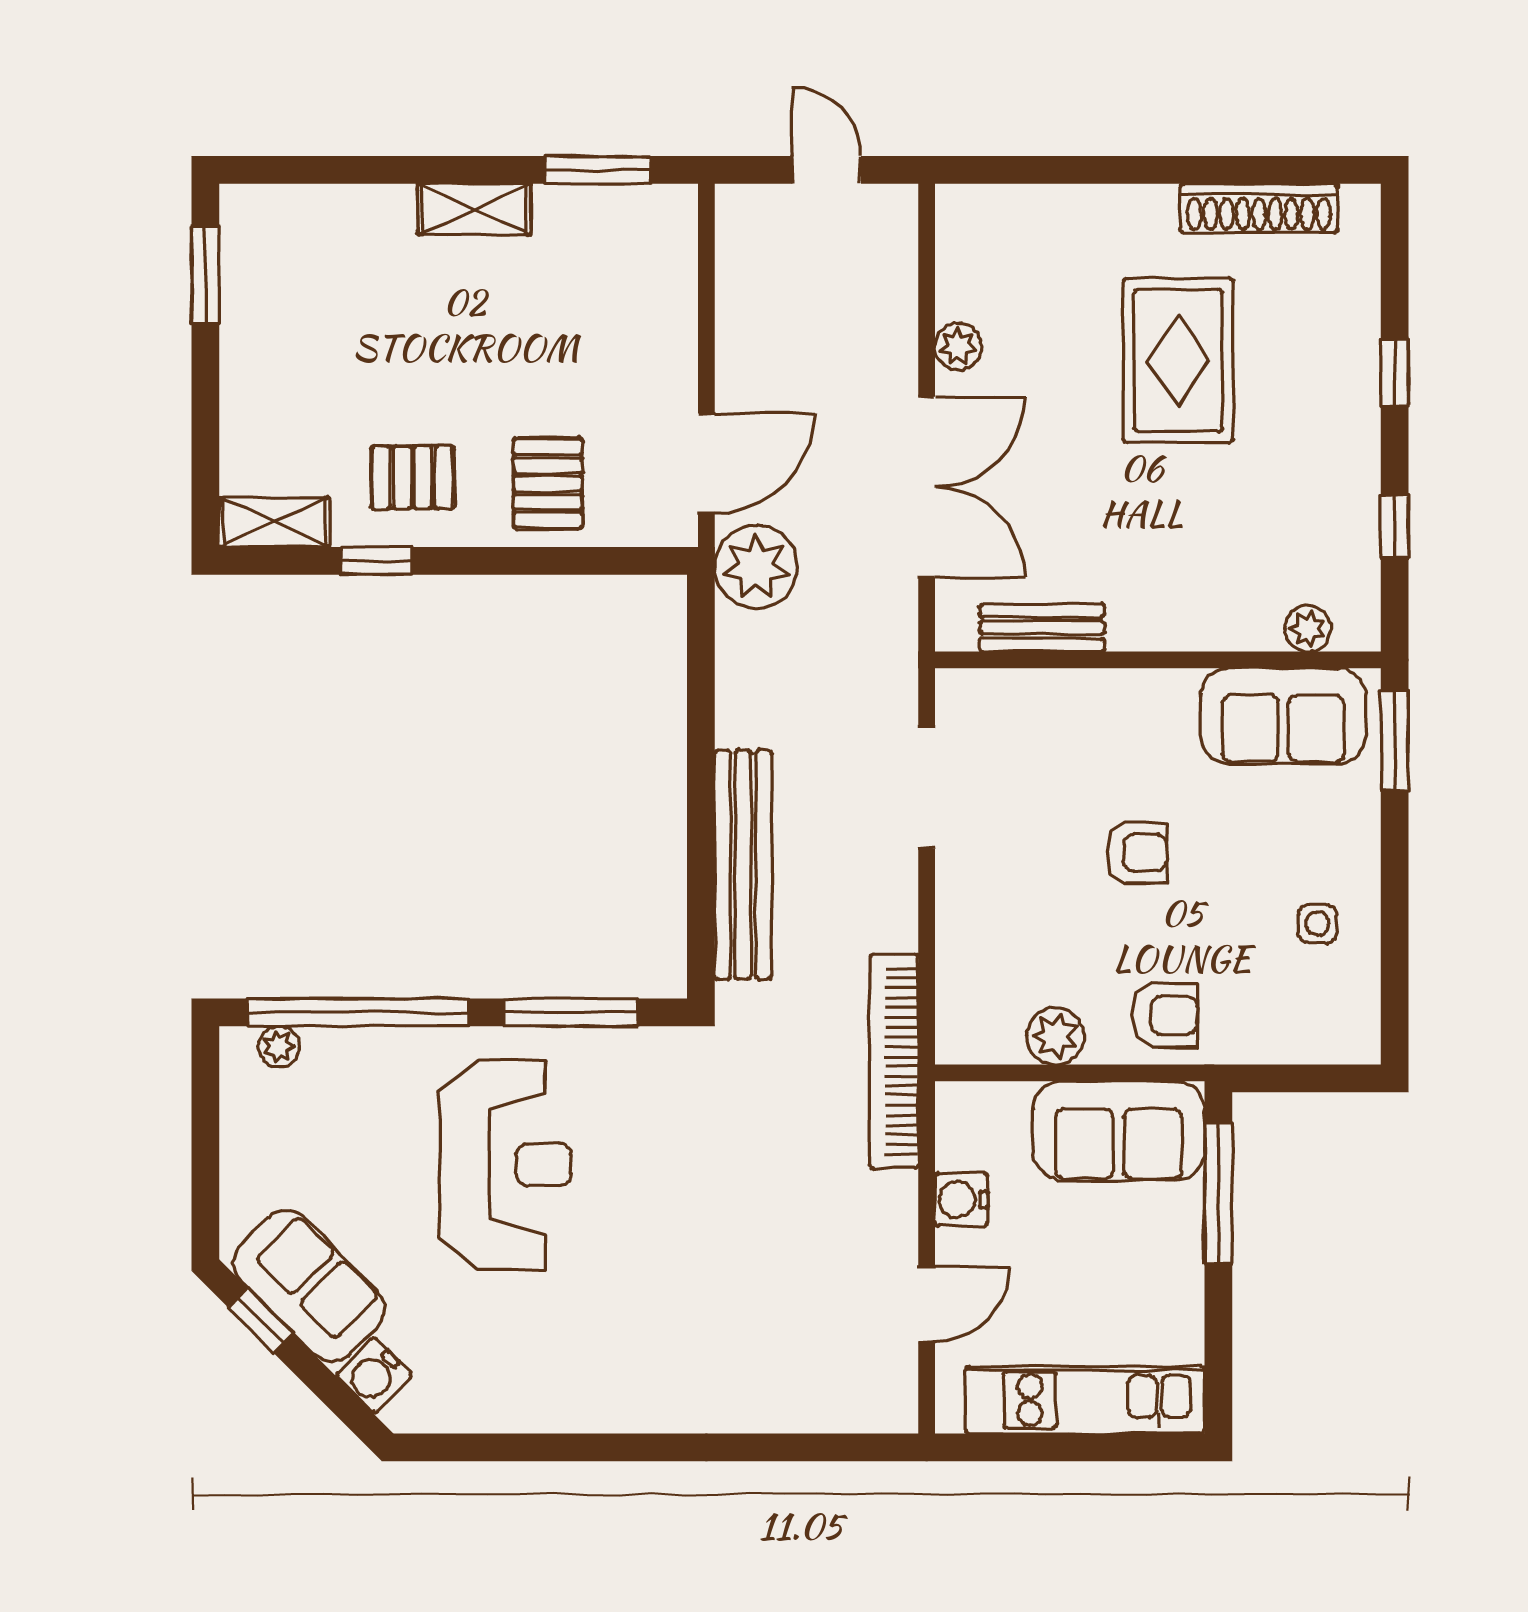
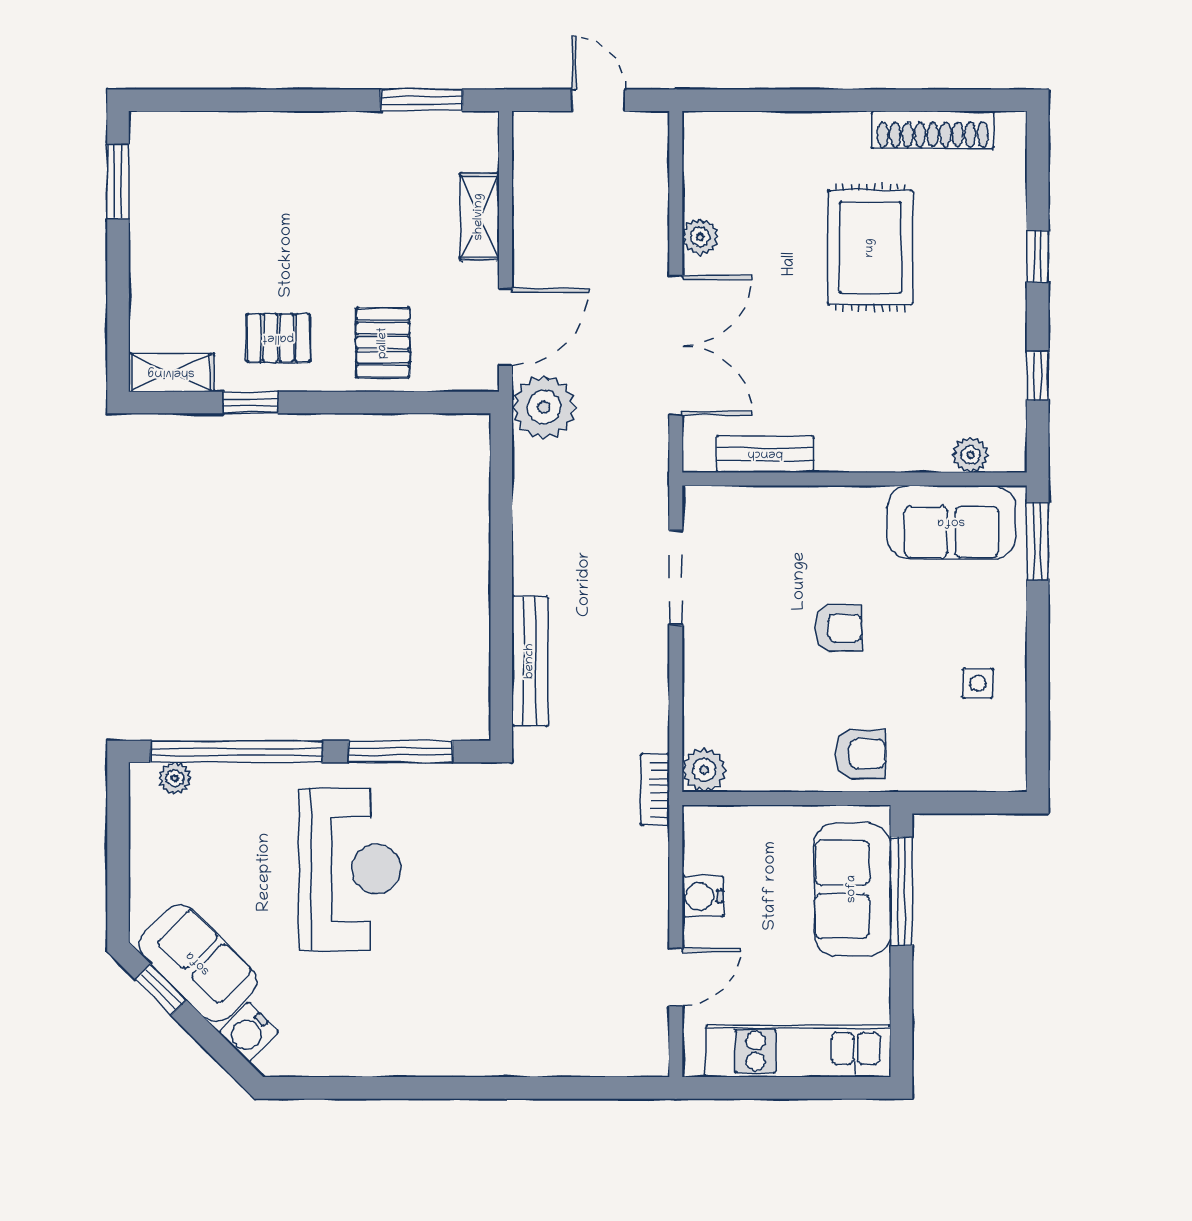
shelving: (474, 209) -> (479, 217), moved, turned 90
bench: (743, 865) -> (530, 661), width x0.73, depth x0.82
plant: (1055, 1036) -> (704, 770), moved
bookcase: (894, 1061) -> (655, 789), width x0.43, depth x0.76
sofa: (1119, 1131) -> (852, 889), moved, turned 90

